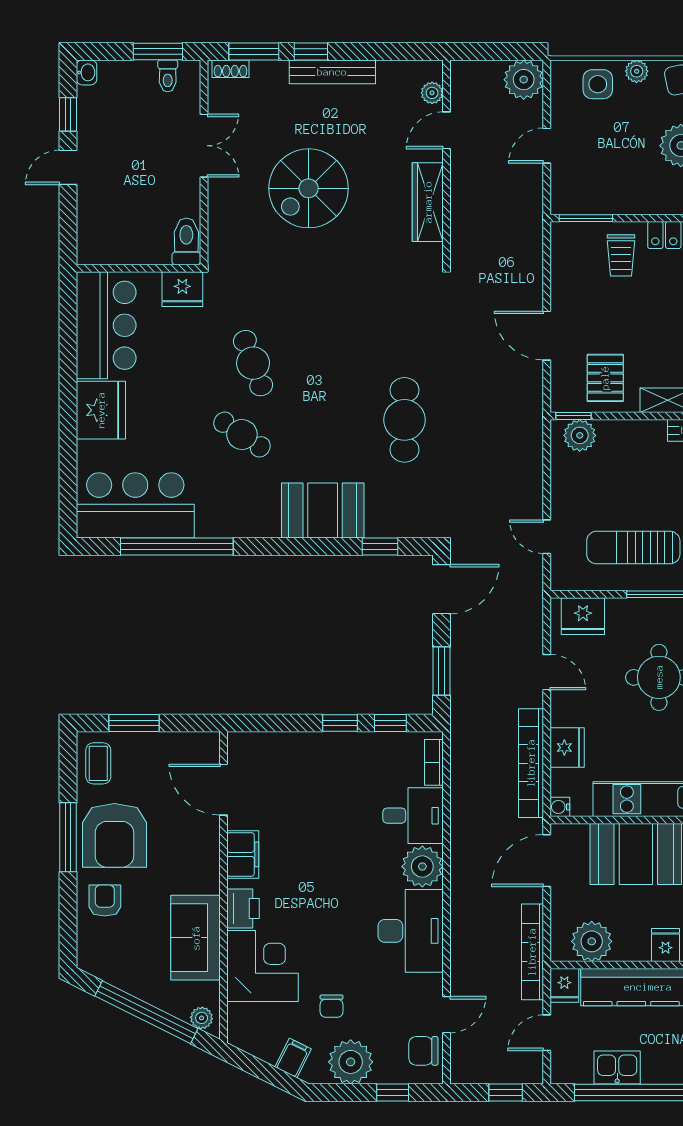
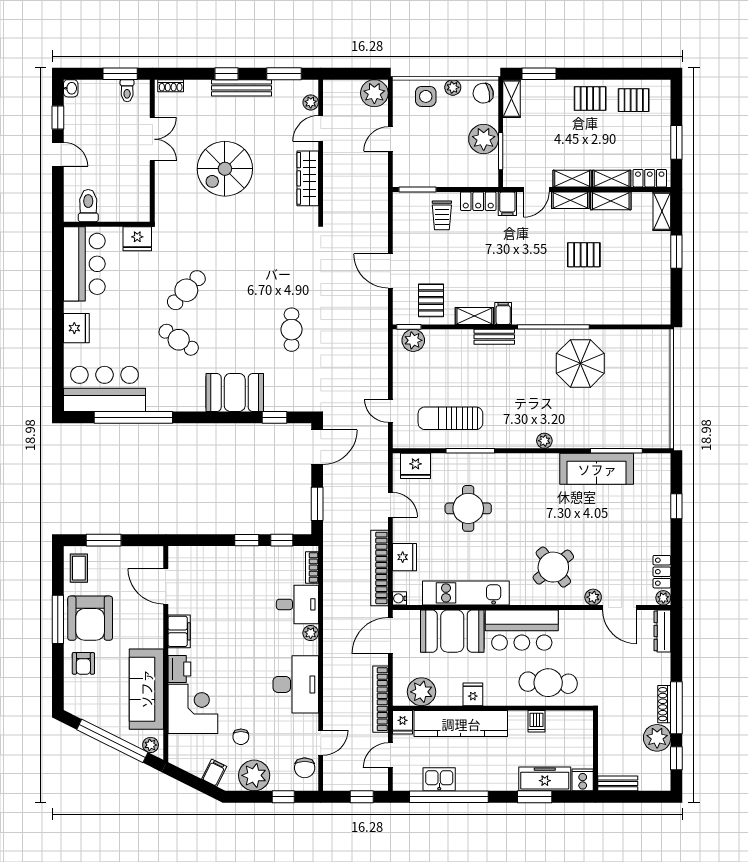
window: (254, 51) -> (284, 74), moved
door: (68, 167) -> (58, 154), swing flipped
toilet: (186, 241) -> (88, 206), moved
cafe table: (253, 363) -> (186, 290), turned 63
fridge: (101, 410) -> (76, 328), width x0.73, depth x0.75
cafe table: (404, 420) -> (292, 330), width x0.73, depth x0.74
plant: (422, 867) -> (311, 633), width x0.53, depth x0.53
armchair: (105, 901) -> (83, 663), turned 180
sofa: (196, 938) -> (146, 689), width x1.36
chair: (423, 1051) -> (305, 768), turned -90

